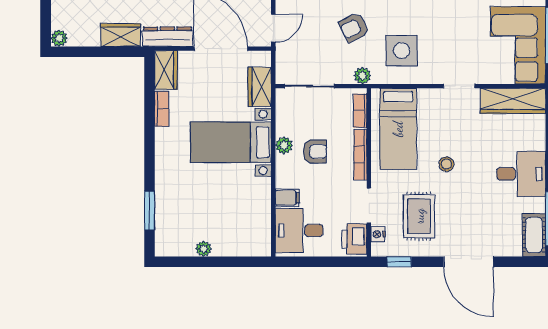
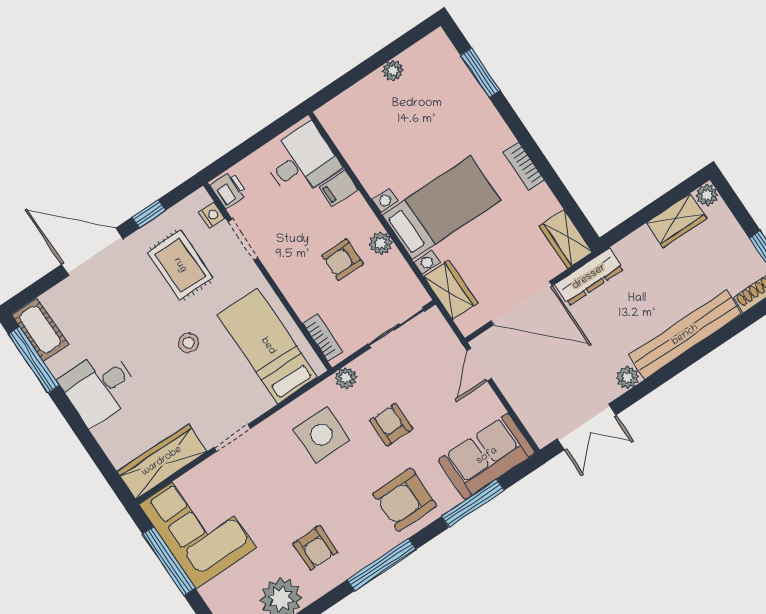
armchair: (354, 27) -> (391, 425), turned -63
wardrobe: (121, 35) -> (677, 221), moved
bookcase: (162, 109) -> (524, 166), moved
bookcase: (360, 155) -> (290, 290), removed
printer: (354, 239) -> (229, 190), width x0.73, depth x0.81
window: (399, 262) -> (149, 214), moved

